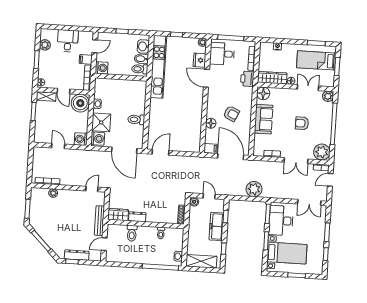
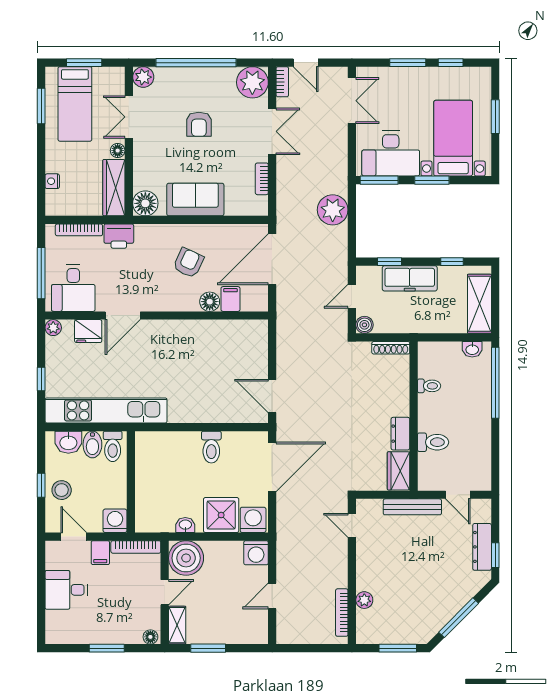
stool: (119, 42) -> (62, 490), added
plant: (45, 45) -> (77, 634), removed
filing cabinet: (211, 148) -> (230, 299), moved

